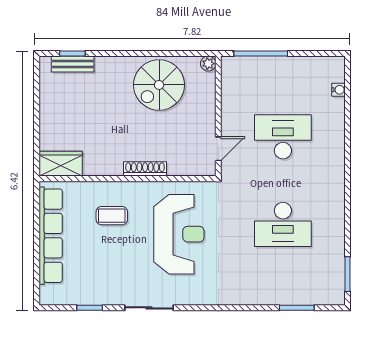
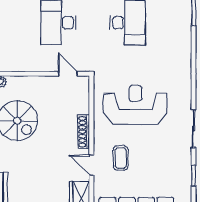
door: (103, 179) -> (91, 165), added

